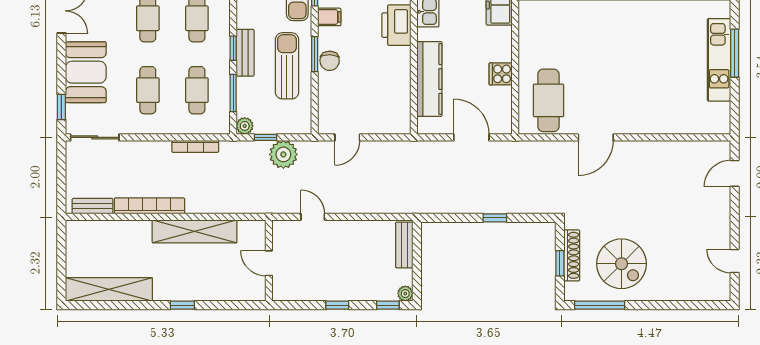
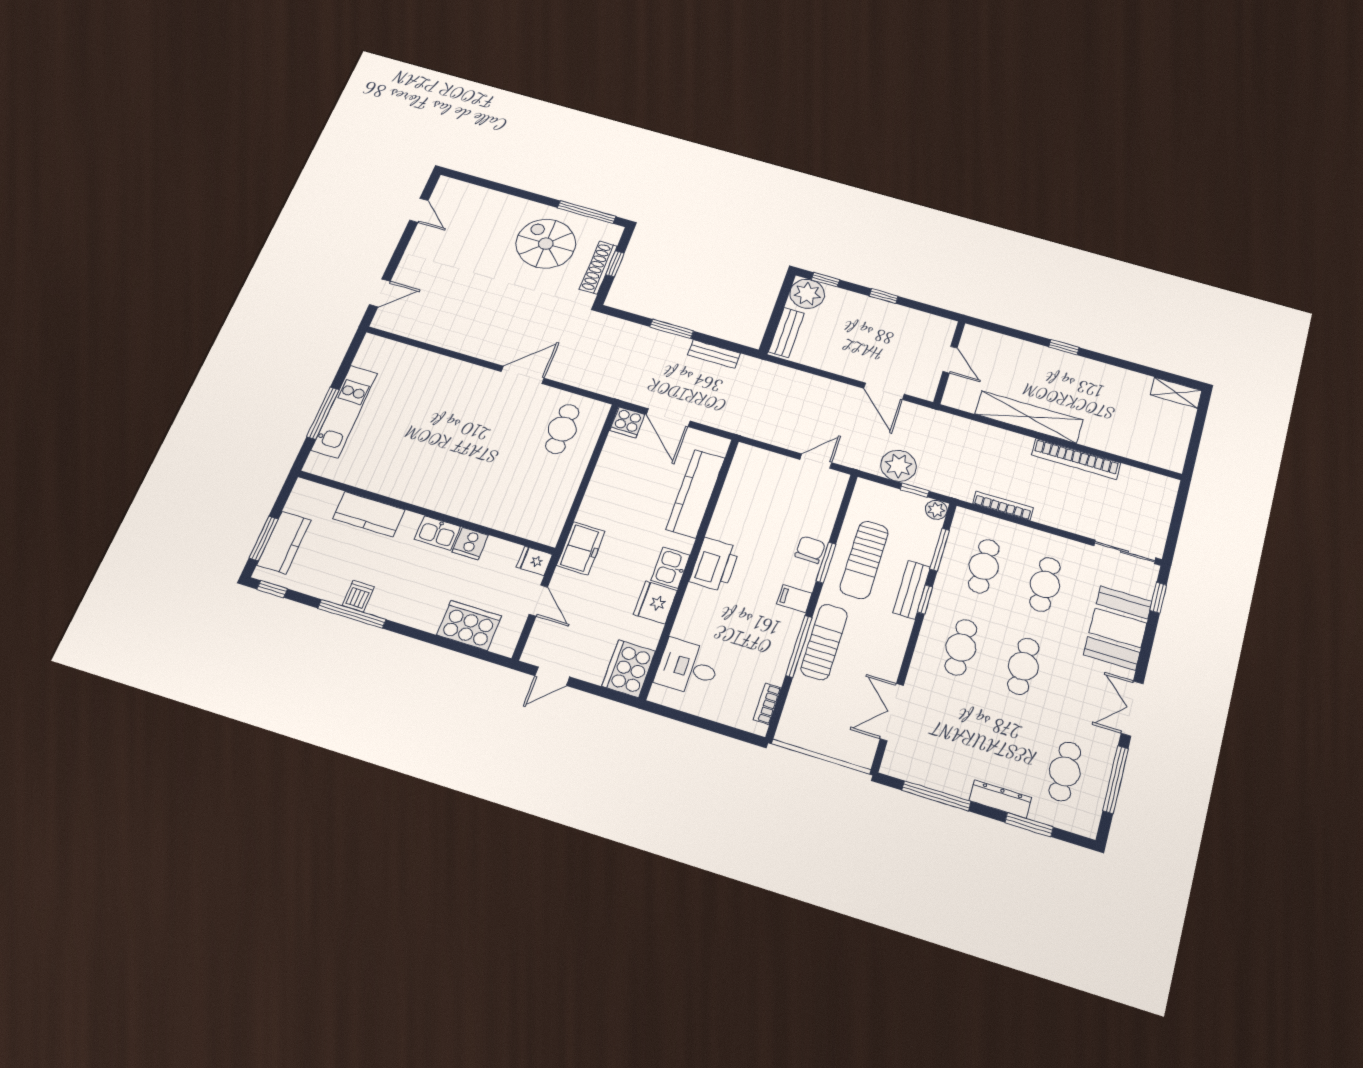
cooker: (501, 74) -> (627, 422), moved, turned 90
cafe table: (548, 100) -> (562, 429), width x0.73, depth x0.74
bench: (92, 206) -> (714, 354), moved
door: (313, 217) -> (884, 391), width x1.38
window: (495, 218) -> (672, 329), width x1.50
shelving: (109, 289) -> (1176, 393), width x0.45, depth x0.75
plant: (405, 294) -> (807, 294), width x1.88, depth x1.88

